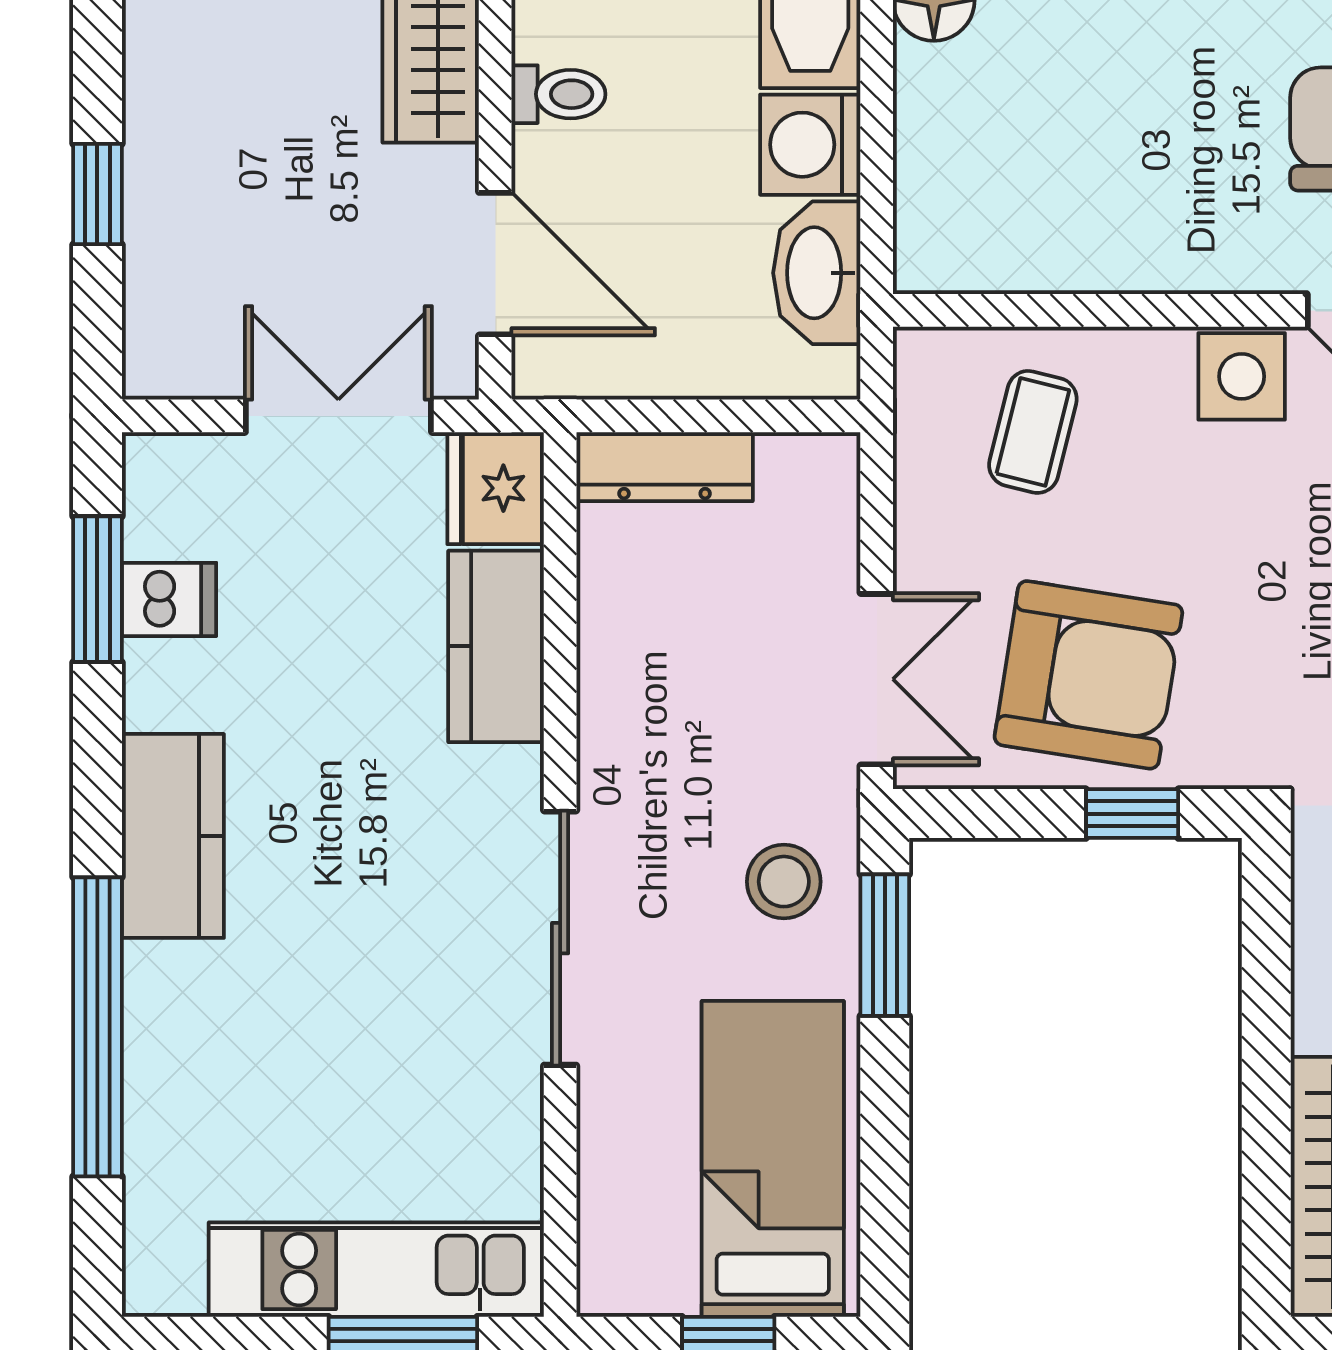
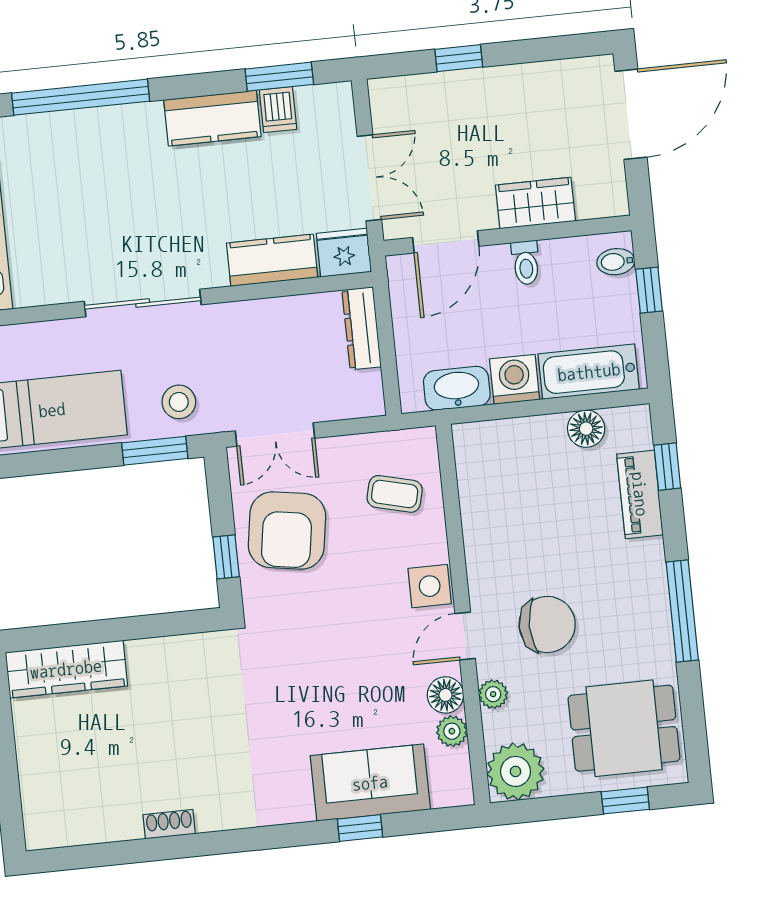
kitchen counter: (173, 836) -> (212, 118), moved

